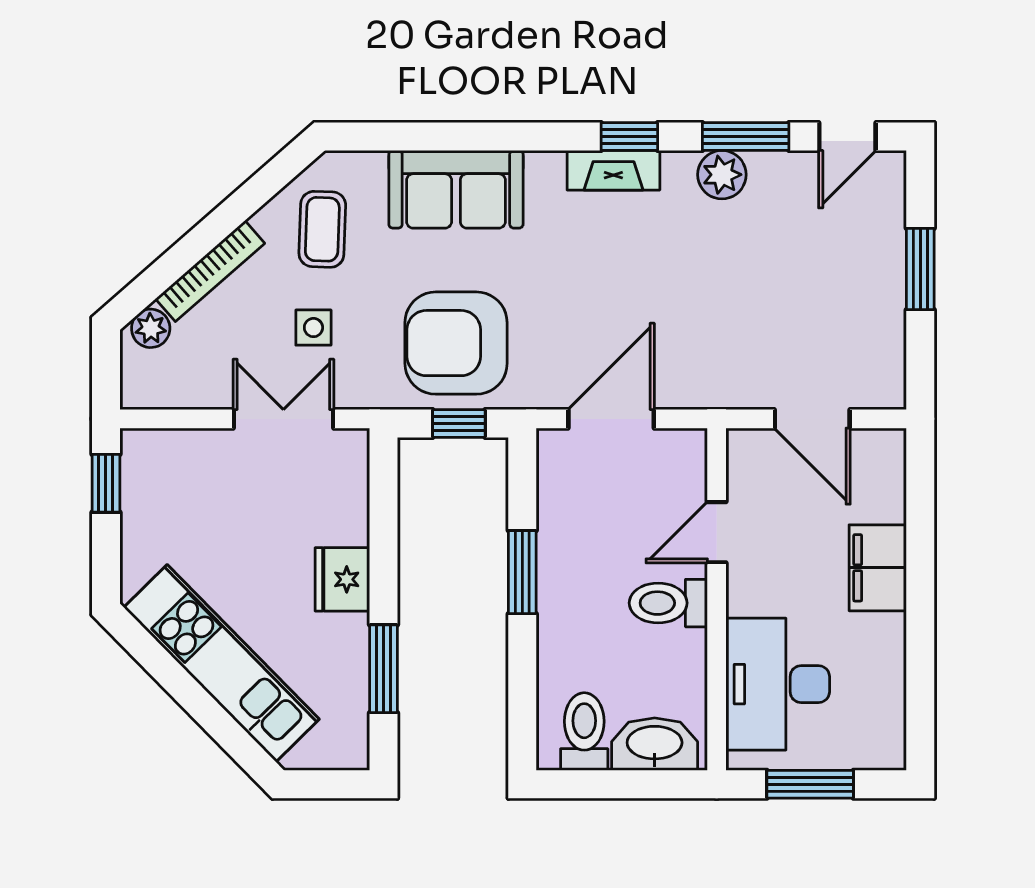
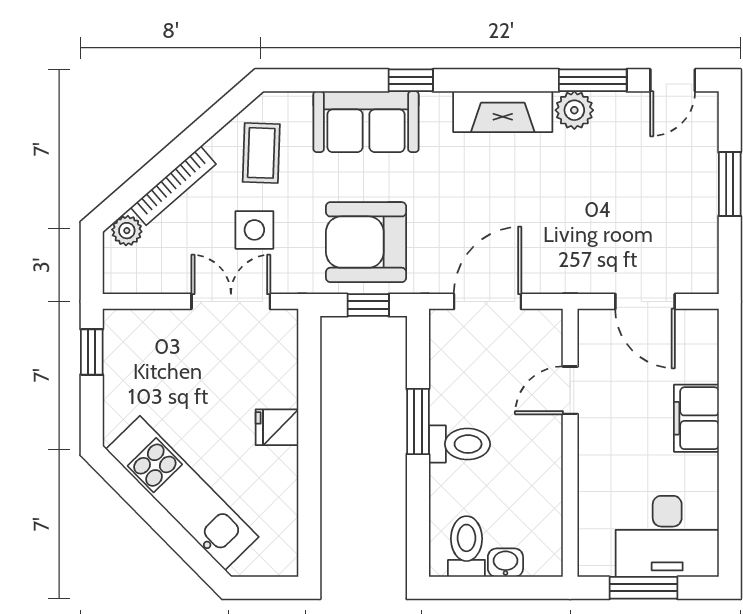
window: (629, 137) -> (411, 80), moved
fireplace: (613, 170) -> (503, 112), width x1.37, depth x1.32
side table: (313, 328) -> (254, 230), width x1.37, depth x1.37
fridge: (342, 579) -> (277, 427), width x0.72
toilet: (668, 603) -> (459, 444), moved, turned 180
window: (383, 669) -> (309, 497), removed
desk: (778, 684) -> (667, 536), moved, turned -90
washbasin: (655, 744) -> (505, 563), width x0.52, depth x0.69

